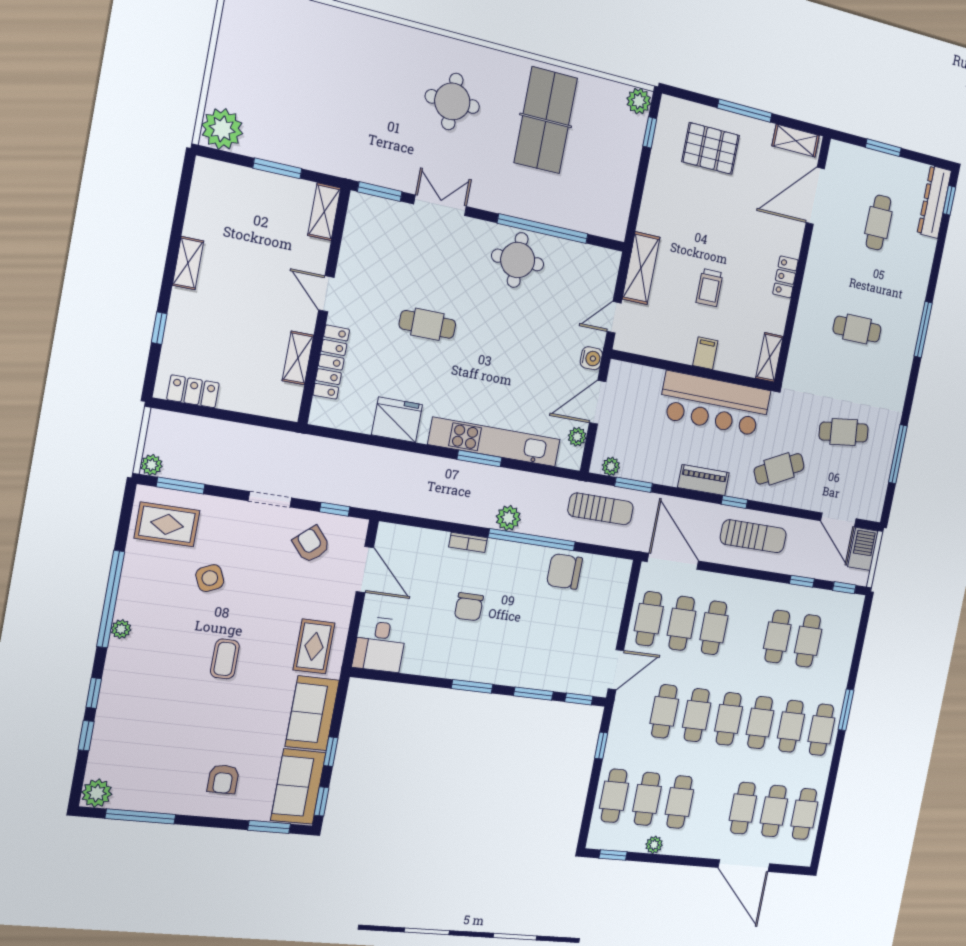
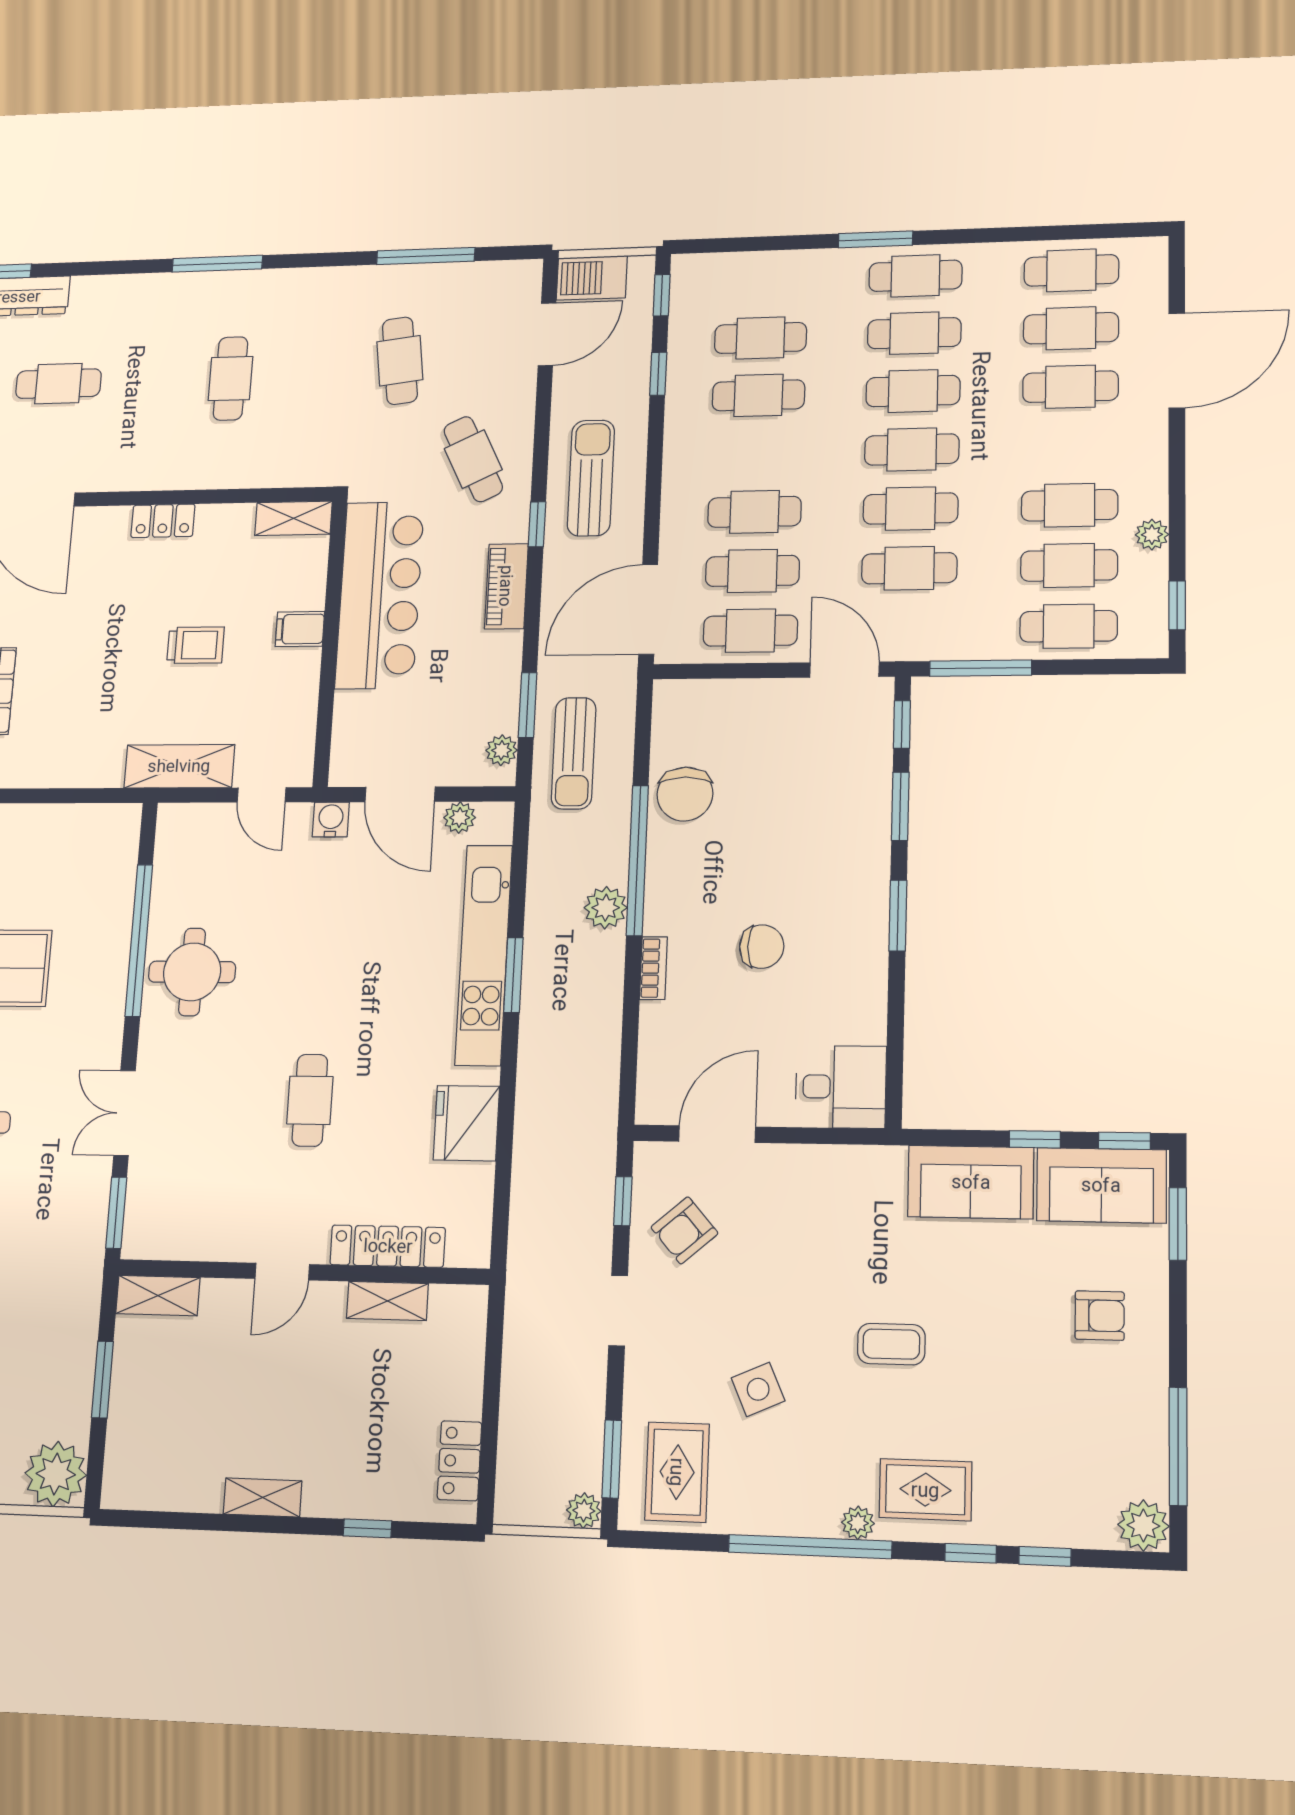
sun lounger: (601, 509) -> (574, 753), turned 180
rug: (314, 646) -> (925, 1490), moved
window: (601, 746) -> (981, 668), width x2.17

